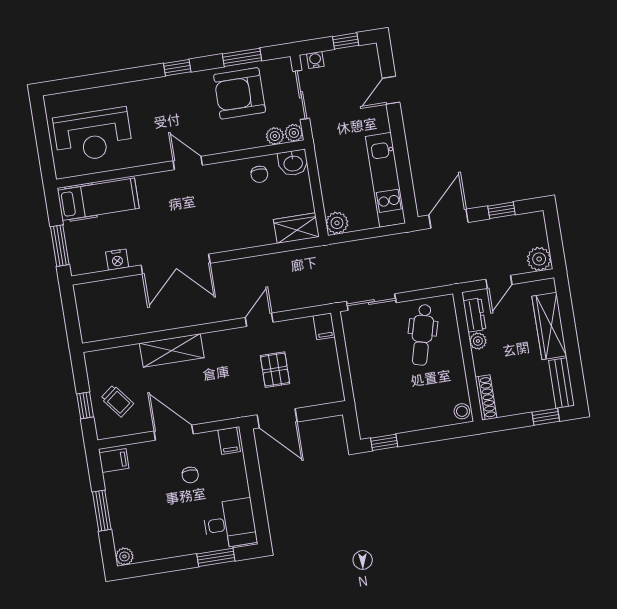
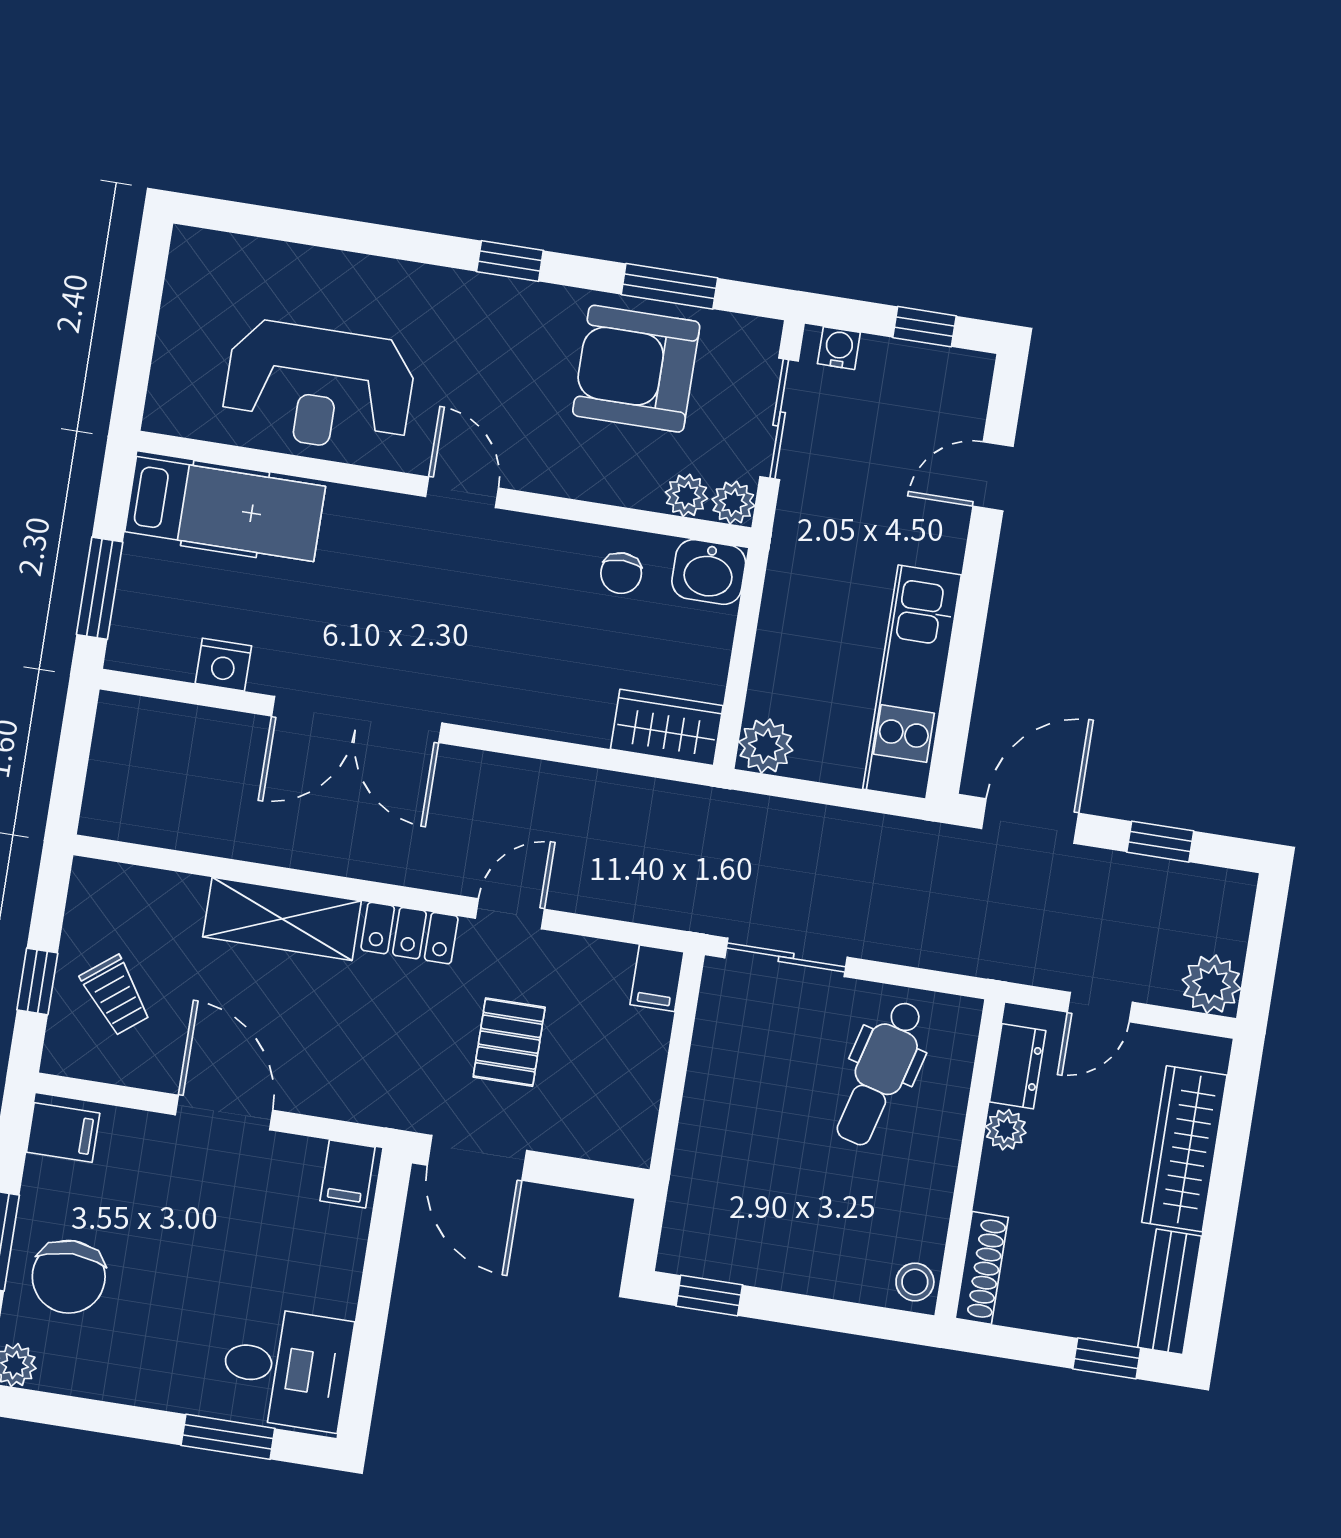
reception desk: (93, 135) -> (319, 387), moved
locker: (223, 340) -> (409, 933), added
chair: (190, 475) -> (69, 1277), moved, width x1.87, depth x1.87

